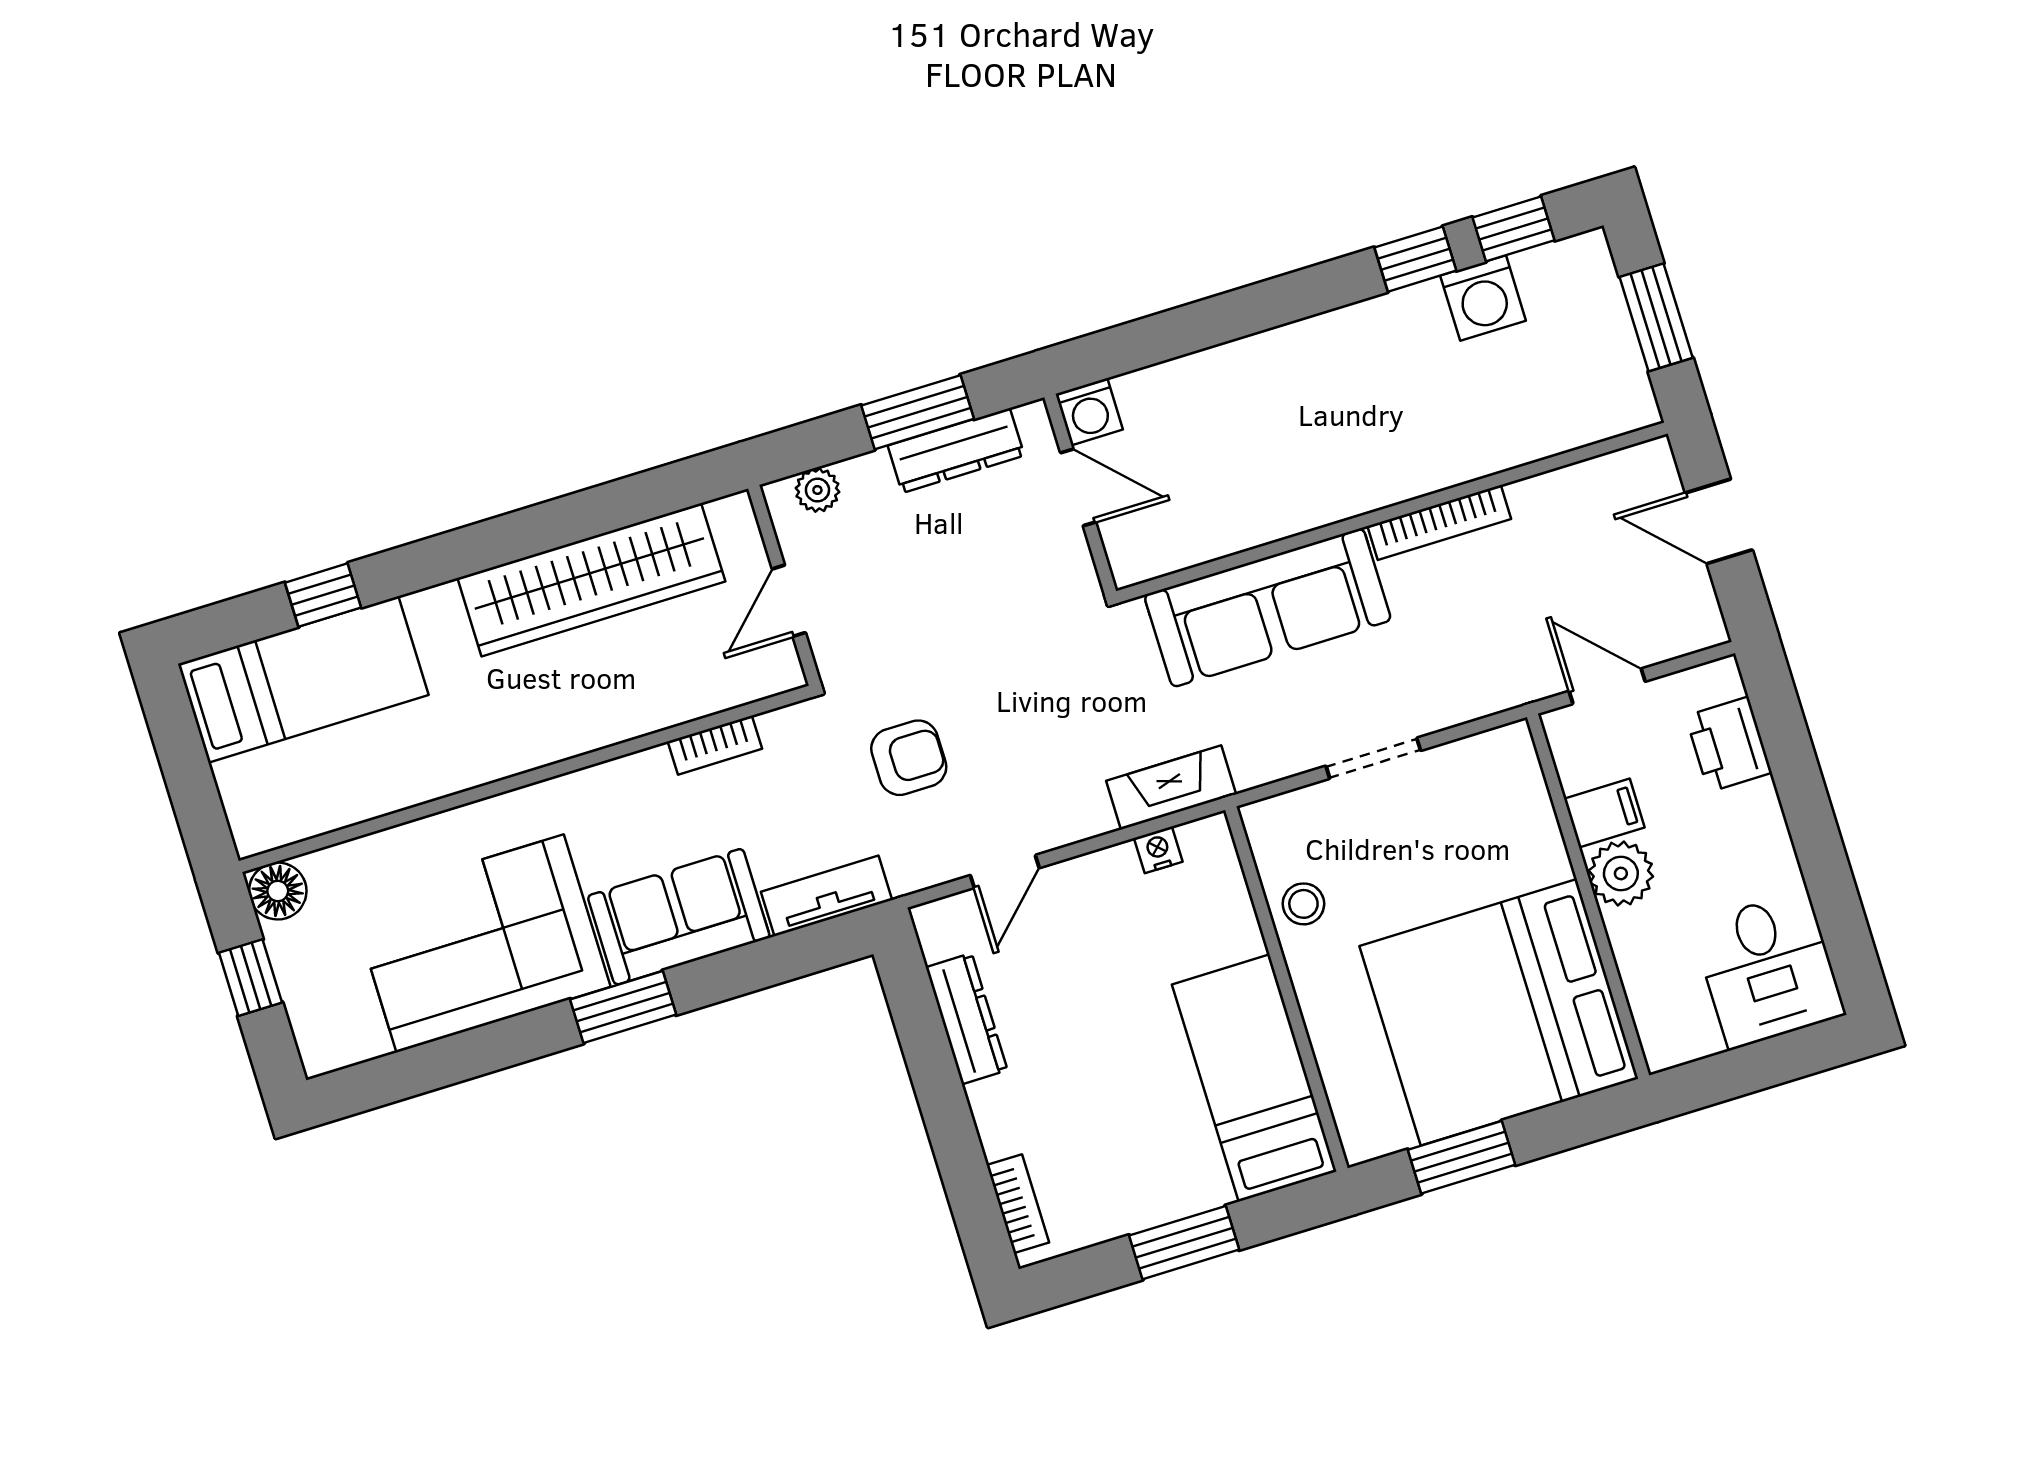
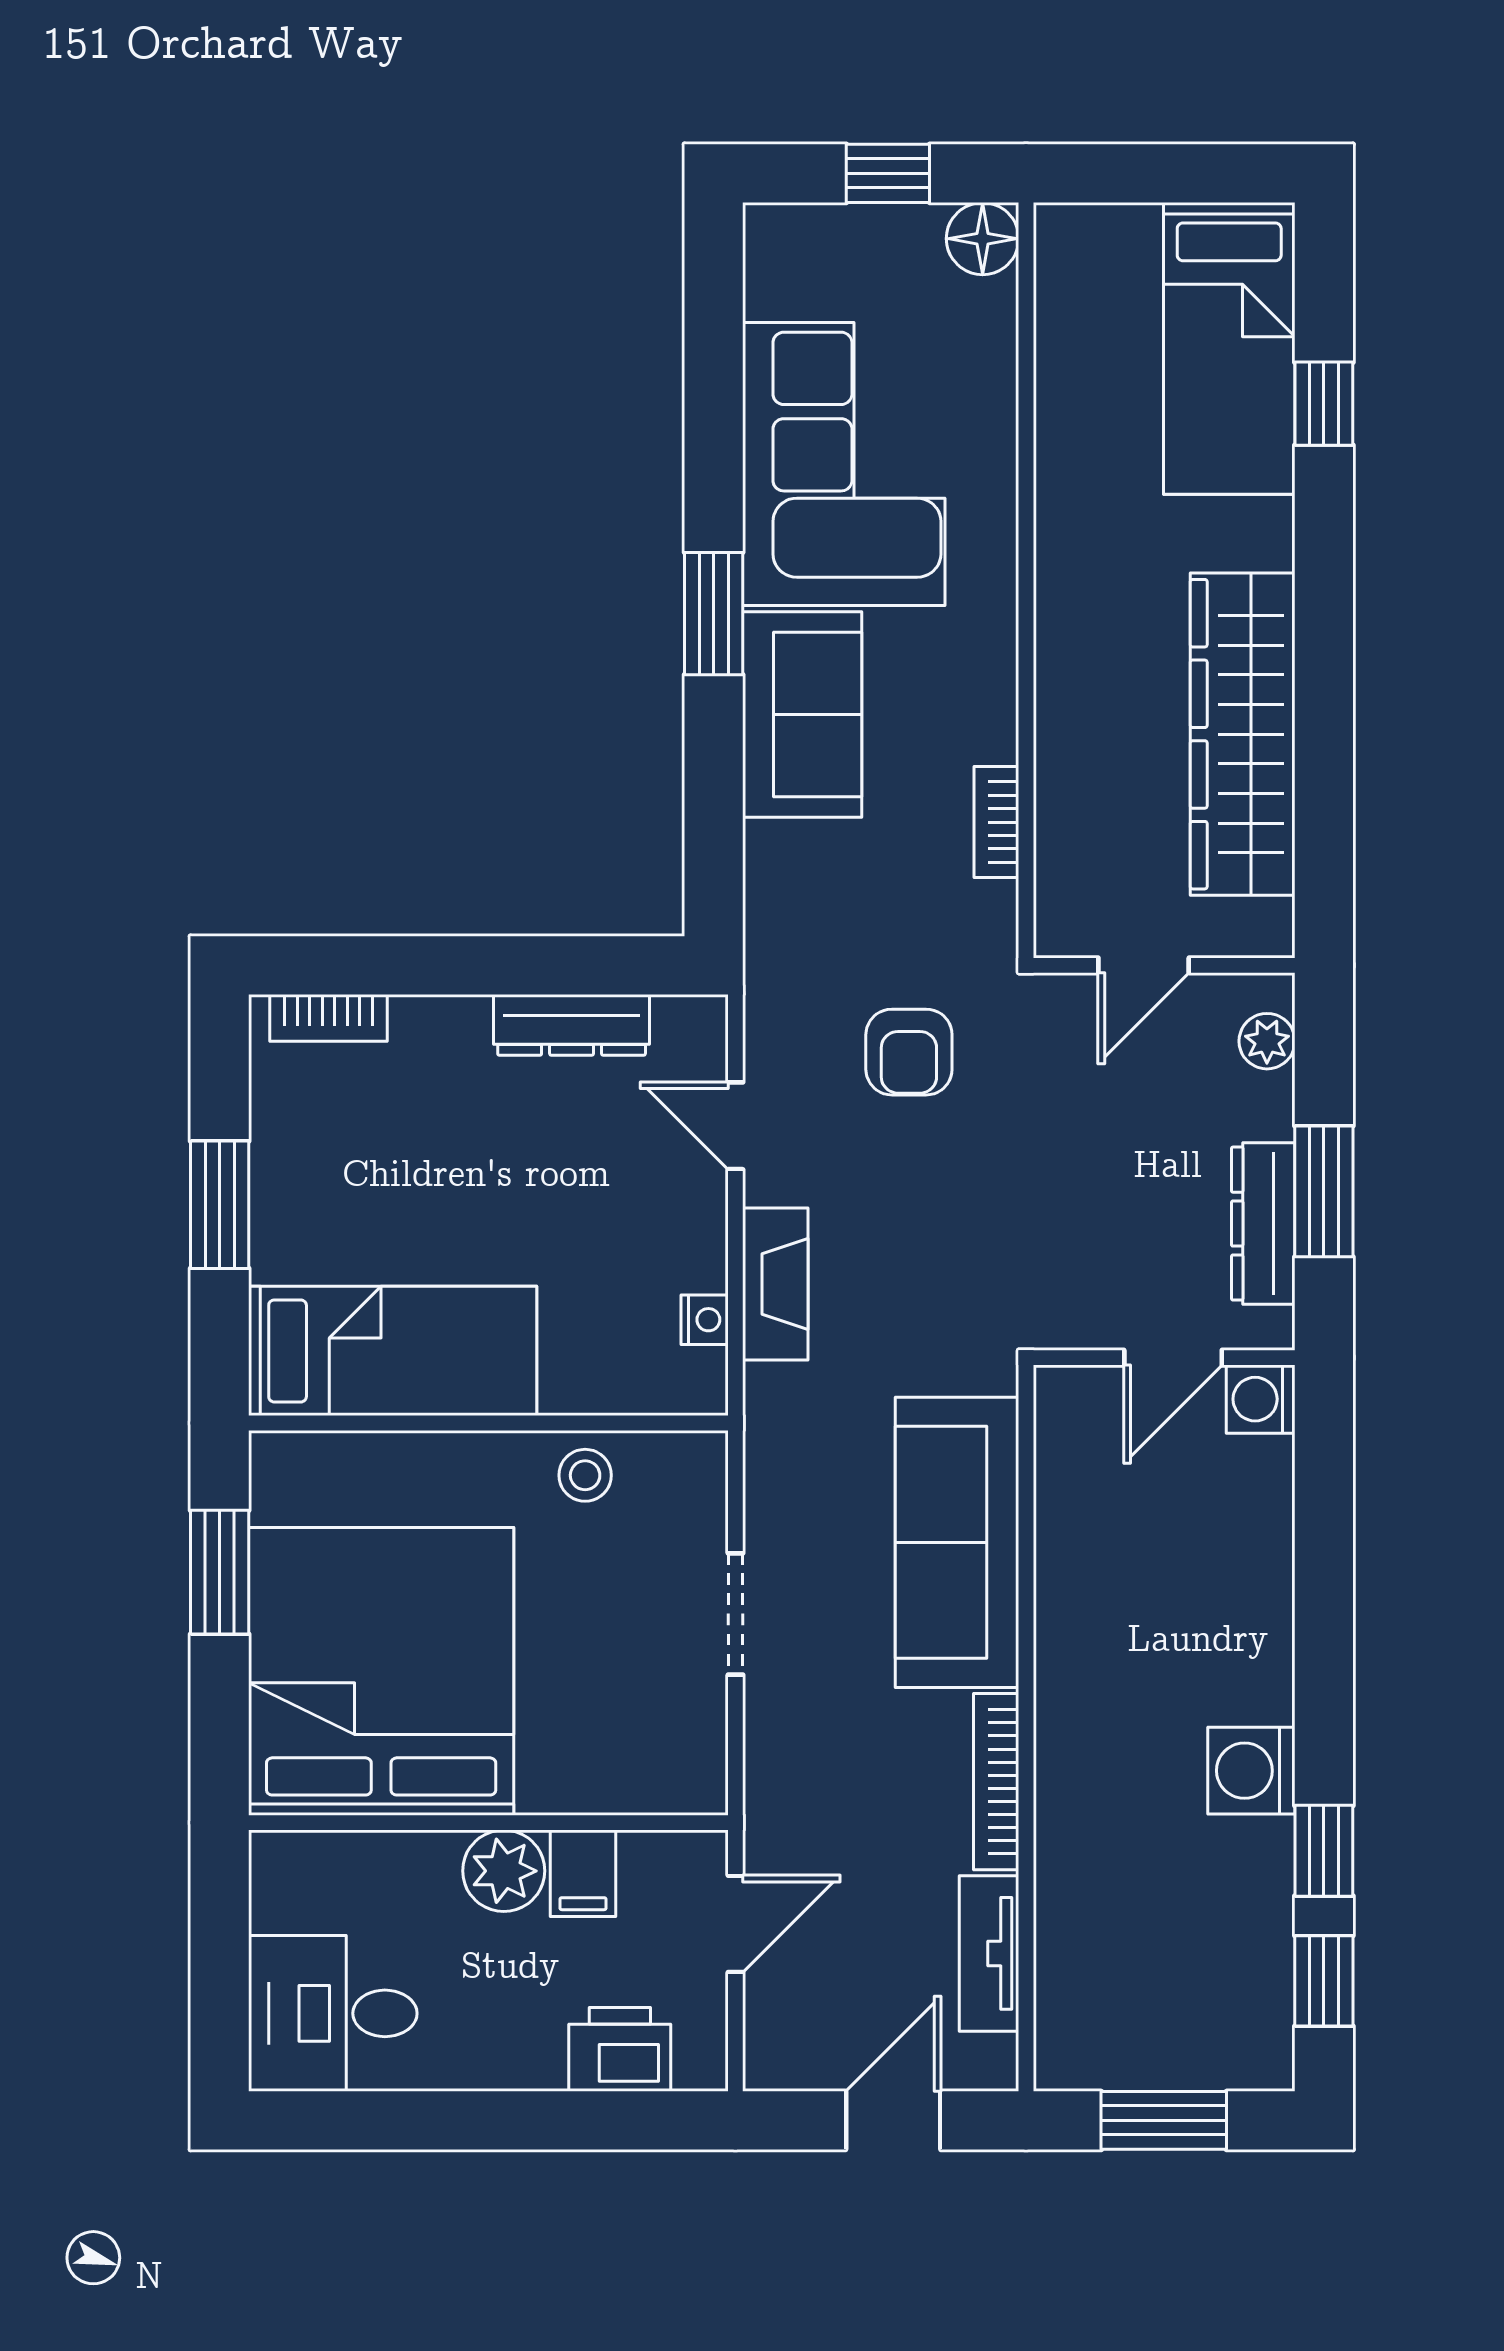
washing machine: (1483, 298) -> (1251, 1771), moved
door: (789, 601) -> (1144, 965), swing flipped
fireplace: (1171, 788) -> (775, 1284), moved
tv unit: (827, 896) -> (989, 1953), moved, turned 180

